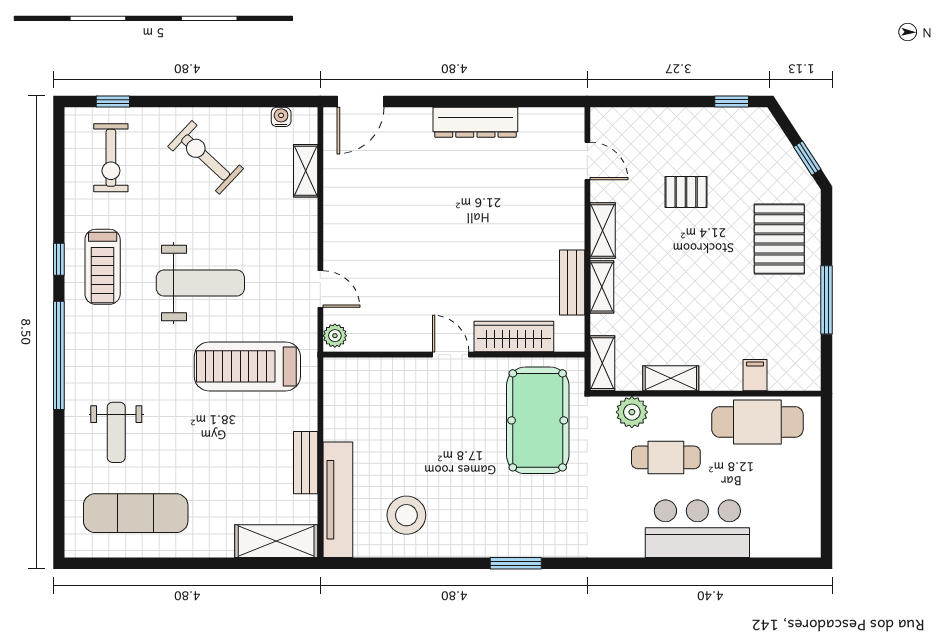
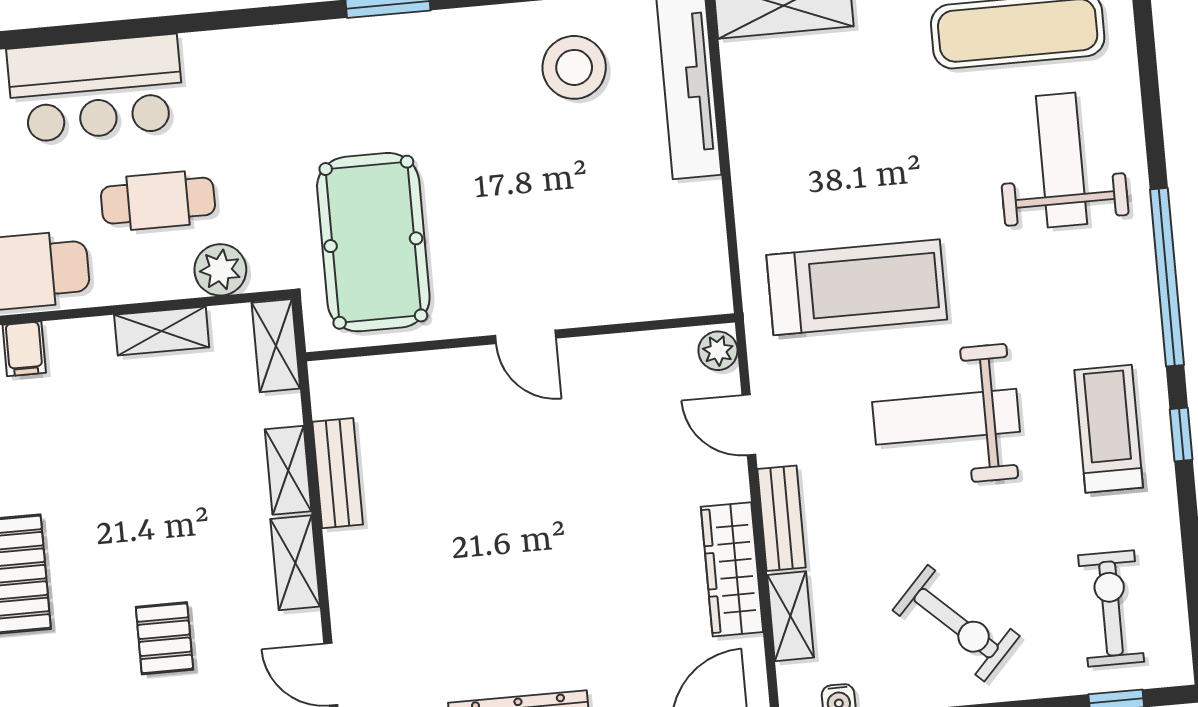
pallet: (686, 192) -> (164, 638), turned 90
wardrobe: (514, 337) -> (732, 569), moved, turned 90
weight bench: (116, 432) -> (1062, 160), width x1.36, depth x1.33
bench: (306, 463) -> (782, 518), moved

